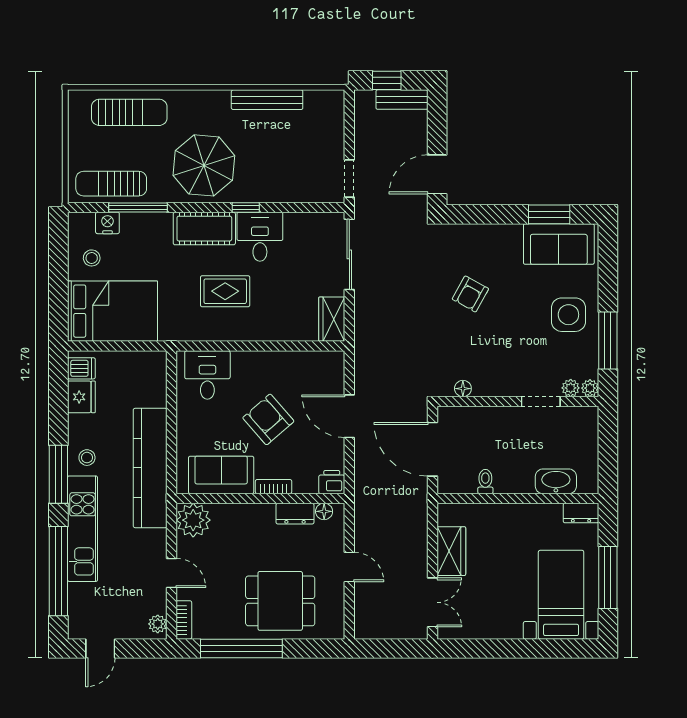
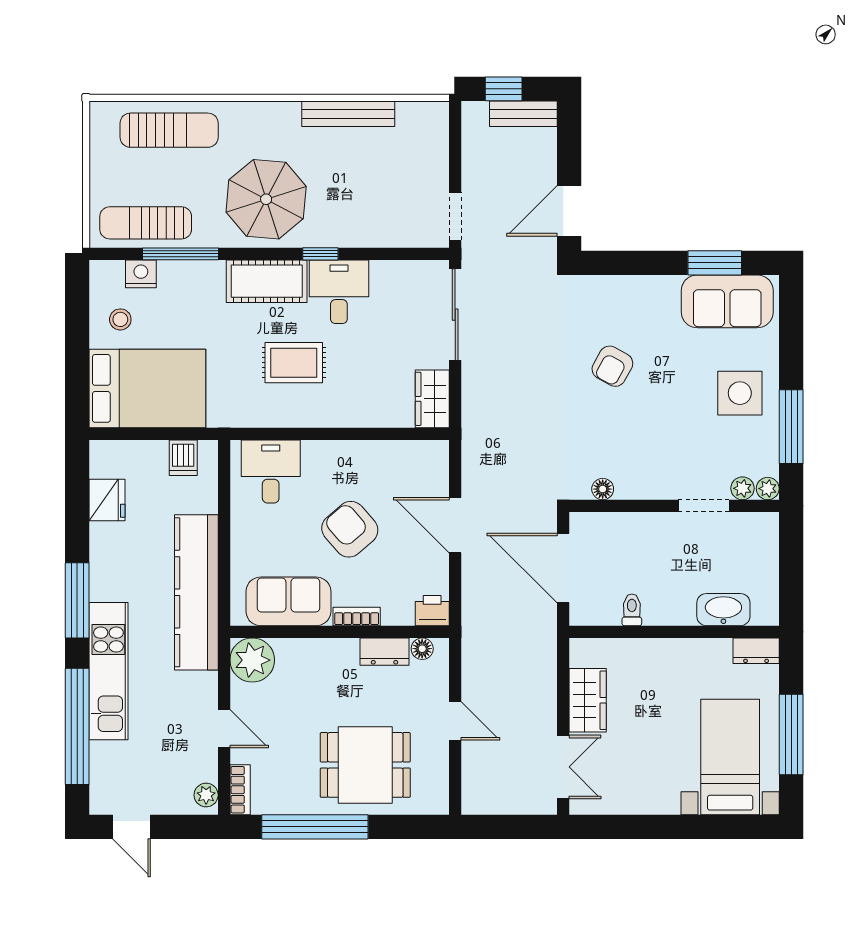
dishwasher: (81, 368) -> (183, 458), moved, turned 90
stool: (87, 458) -> (114, 579), removed
door: (100, 648) -> (131, 827), hinge flipped

